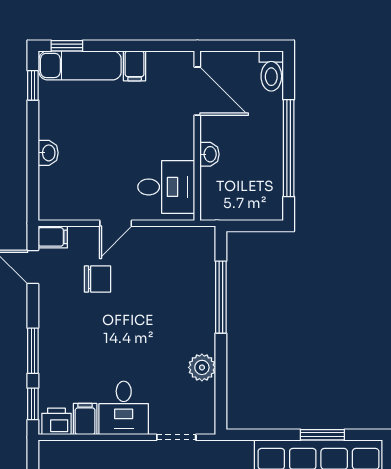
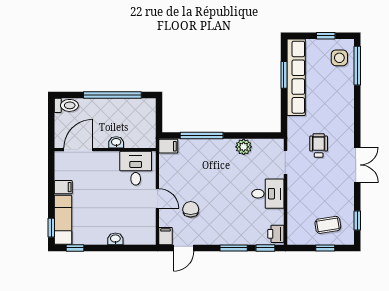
filing cabinet: (85, 419) -> (168, 146), moved, turned 180

